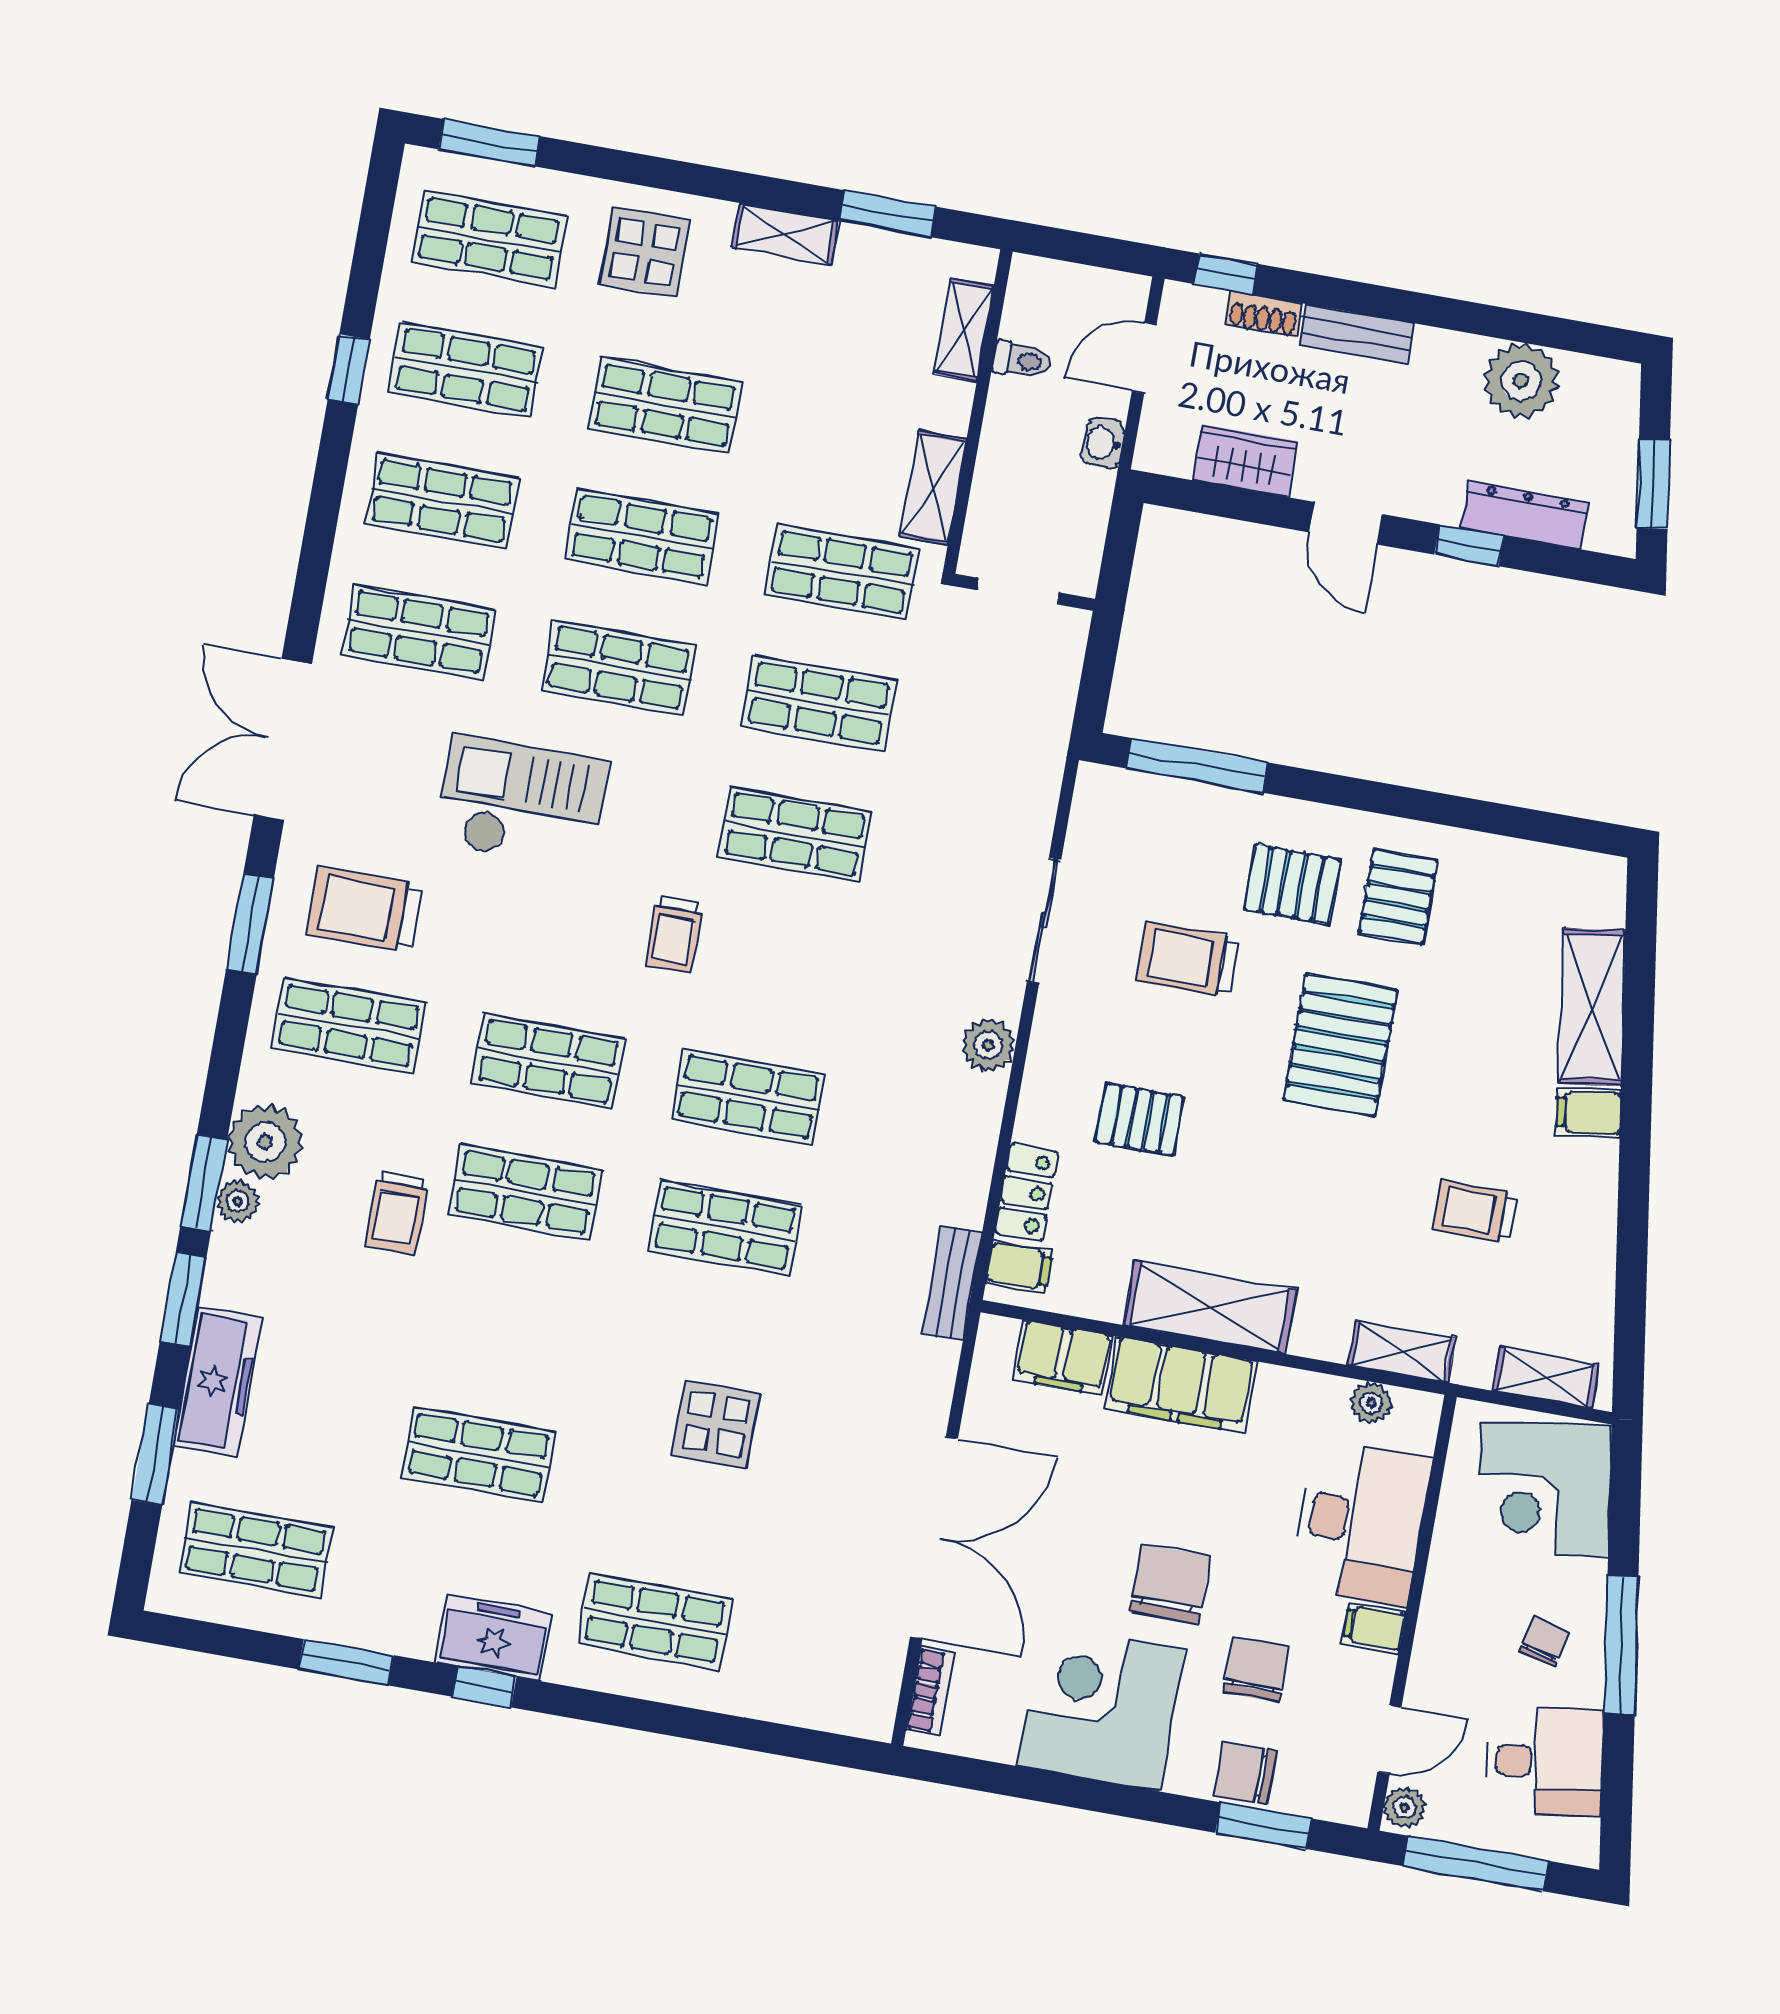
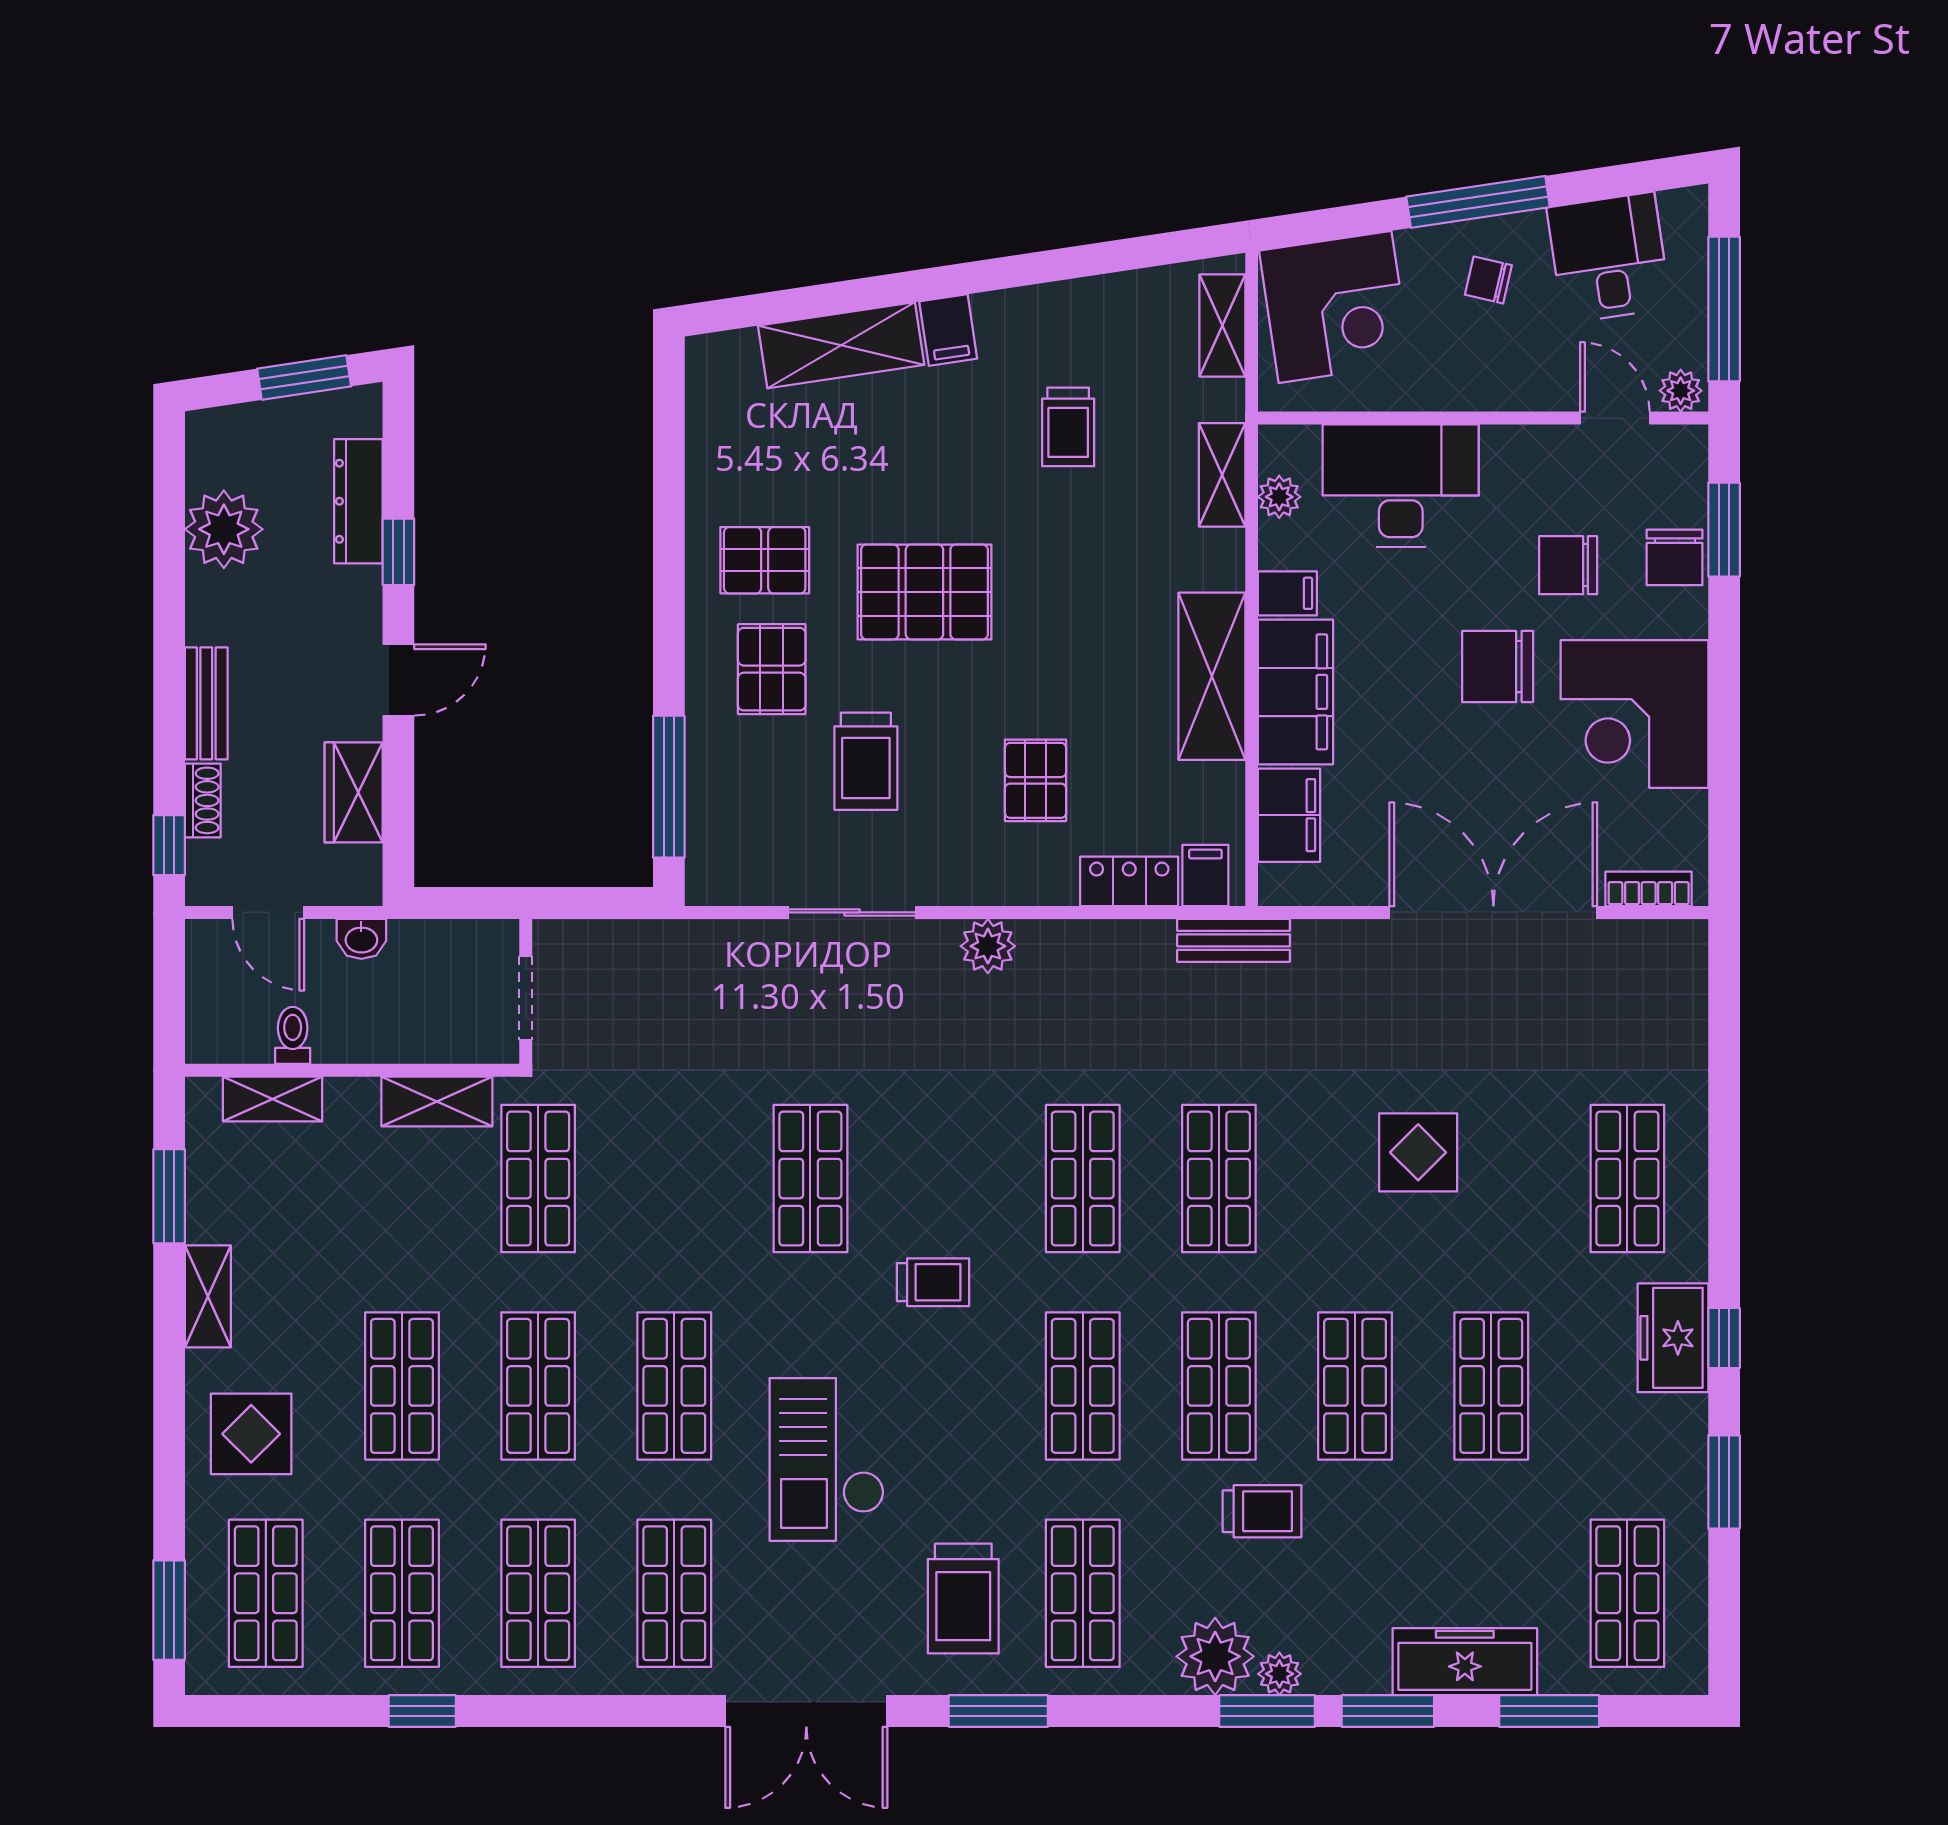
shop shelf: (818, 703) -> (1355, 1386), moved
filing cabinet: (1374, 1628) -> (1287, 593), moved, turned -90

